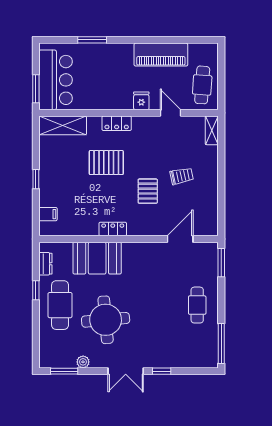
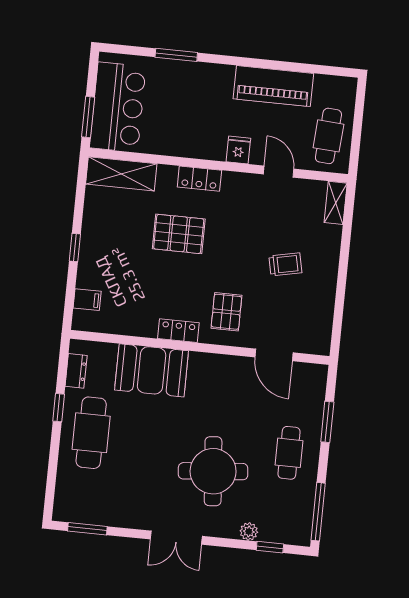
pallet: (148, 191) -> (226, 312), moved
door: (180, 239) -> (274, 355), swing flipped
window: (221, 263) -> (327, 422), moved
round table: (106, 320) -> (213, 471), moved
plant: (83, 362) -> (249, 532), moved
window: (162, 371) -> (270, 547), moved

